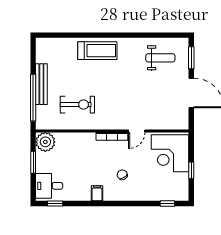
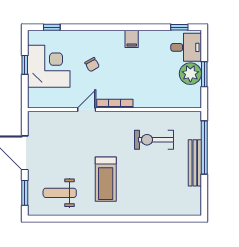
treadmill: (97, 51) -> (106, 179), moved, turned -90
plant: (45, 142) -> (190, 74), moved
corner desk: (170, 153) -> (49, 66), moved
chair: (122, 175) -> (92, 65), moved

